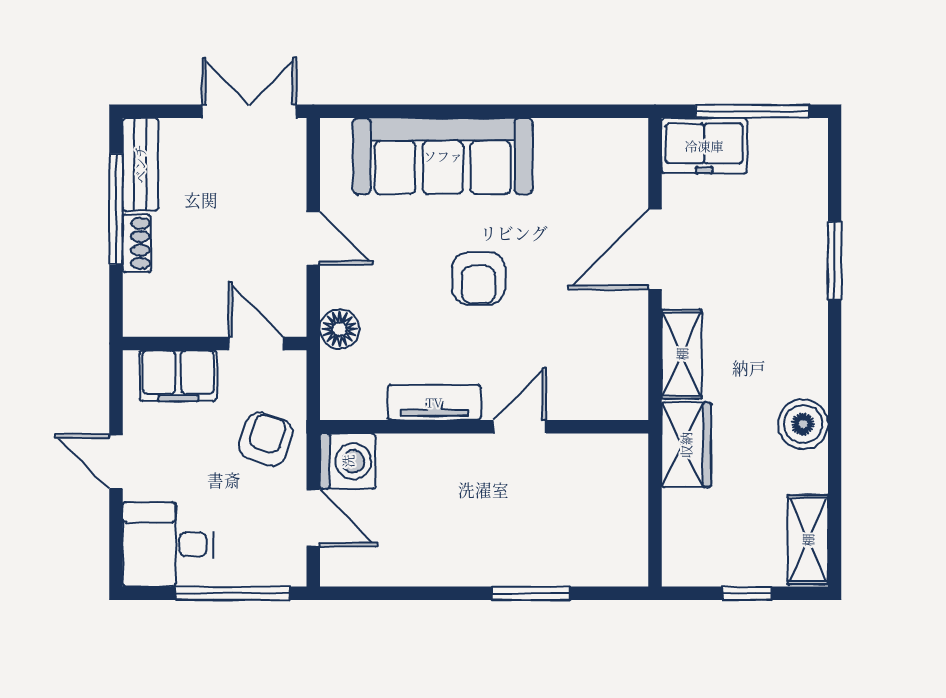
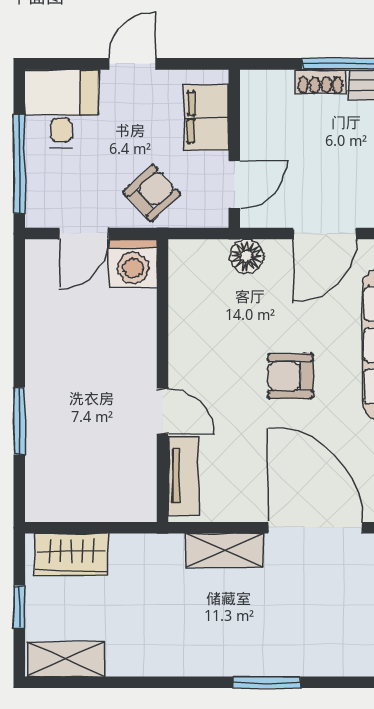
door: (313, 238) -> (325, 234), width x1.38
door: (655, 249) -> (315, 528), width x1.36
window: (835, 261) -> (267, 682), moved
tv unit: (434, 402) -> (183, 476), moved
boiler: (803, 424) -> (165, 655), removed
armchair: (266, 439) -> (152, 193), turned -61
wardrobe: (686, 445) -> (71, 555), moved

